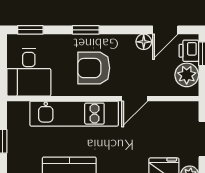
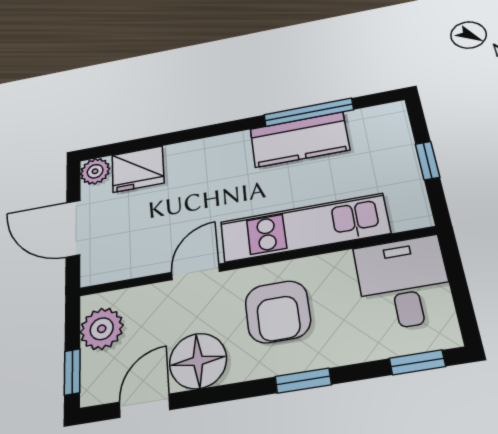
floor lamp: (144, 42) -> (198, 361), width x1.89, depth x1.89
printer: (189, 51) -> (98, 373), removed
armchair: (94, 68) -> (278, 312), turned 90

